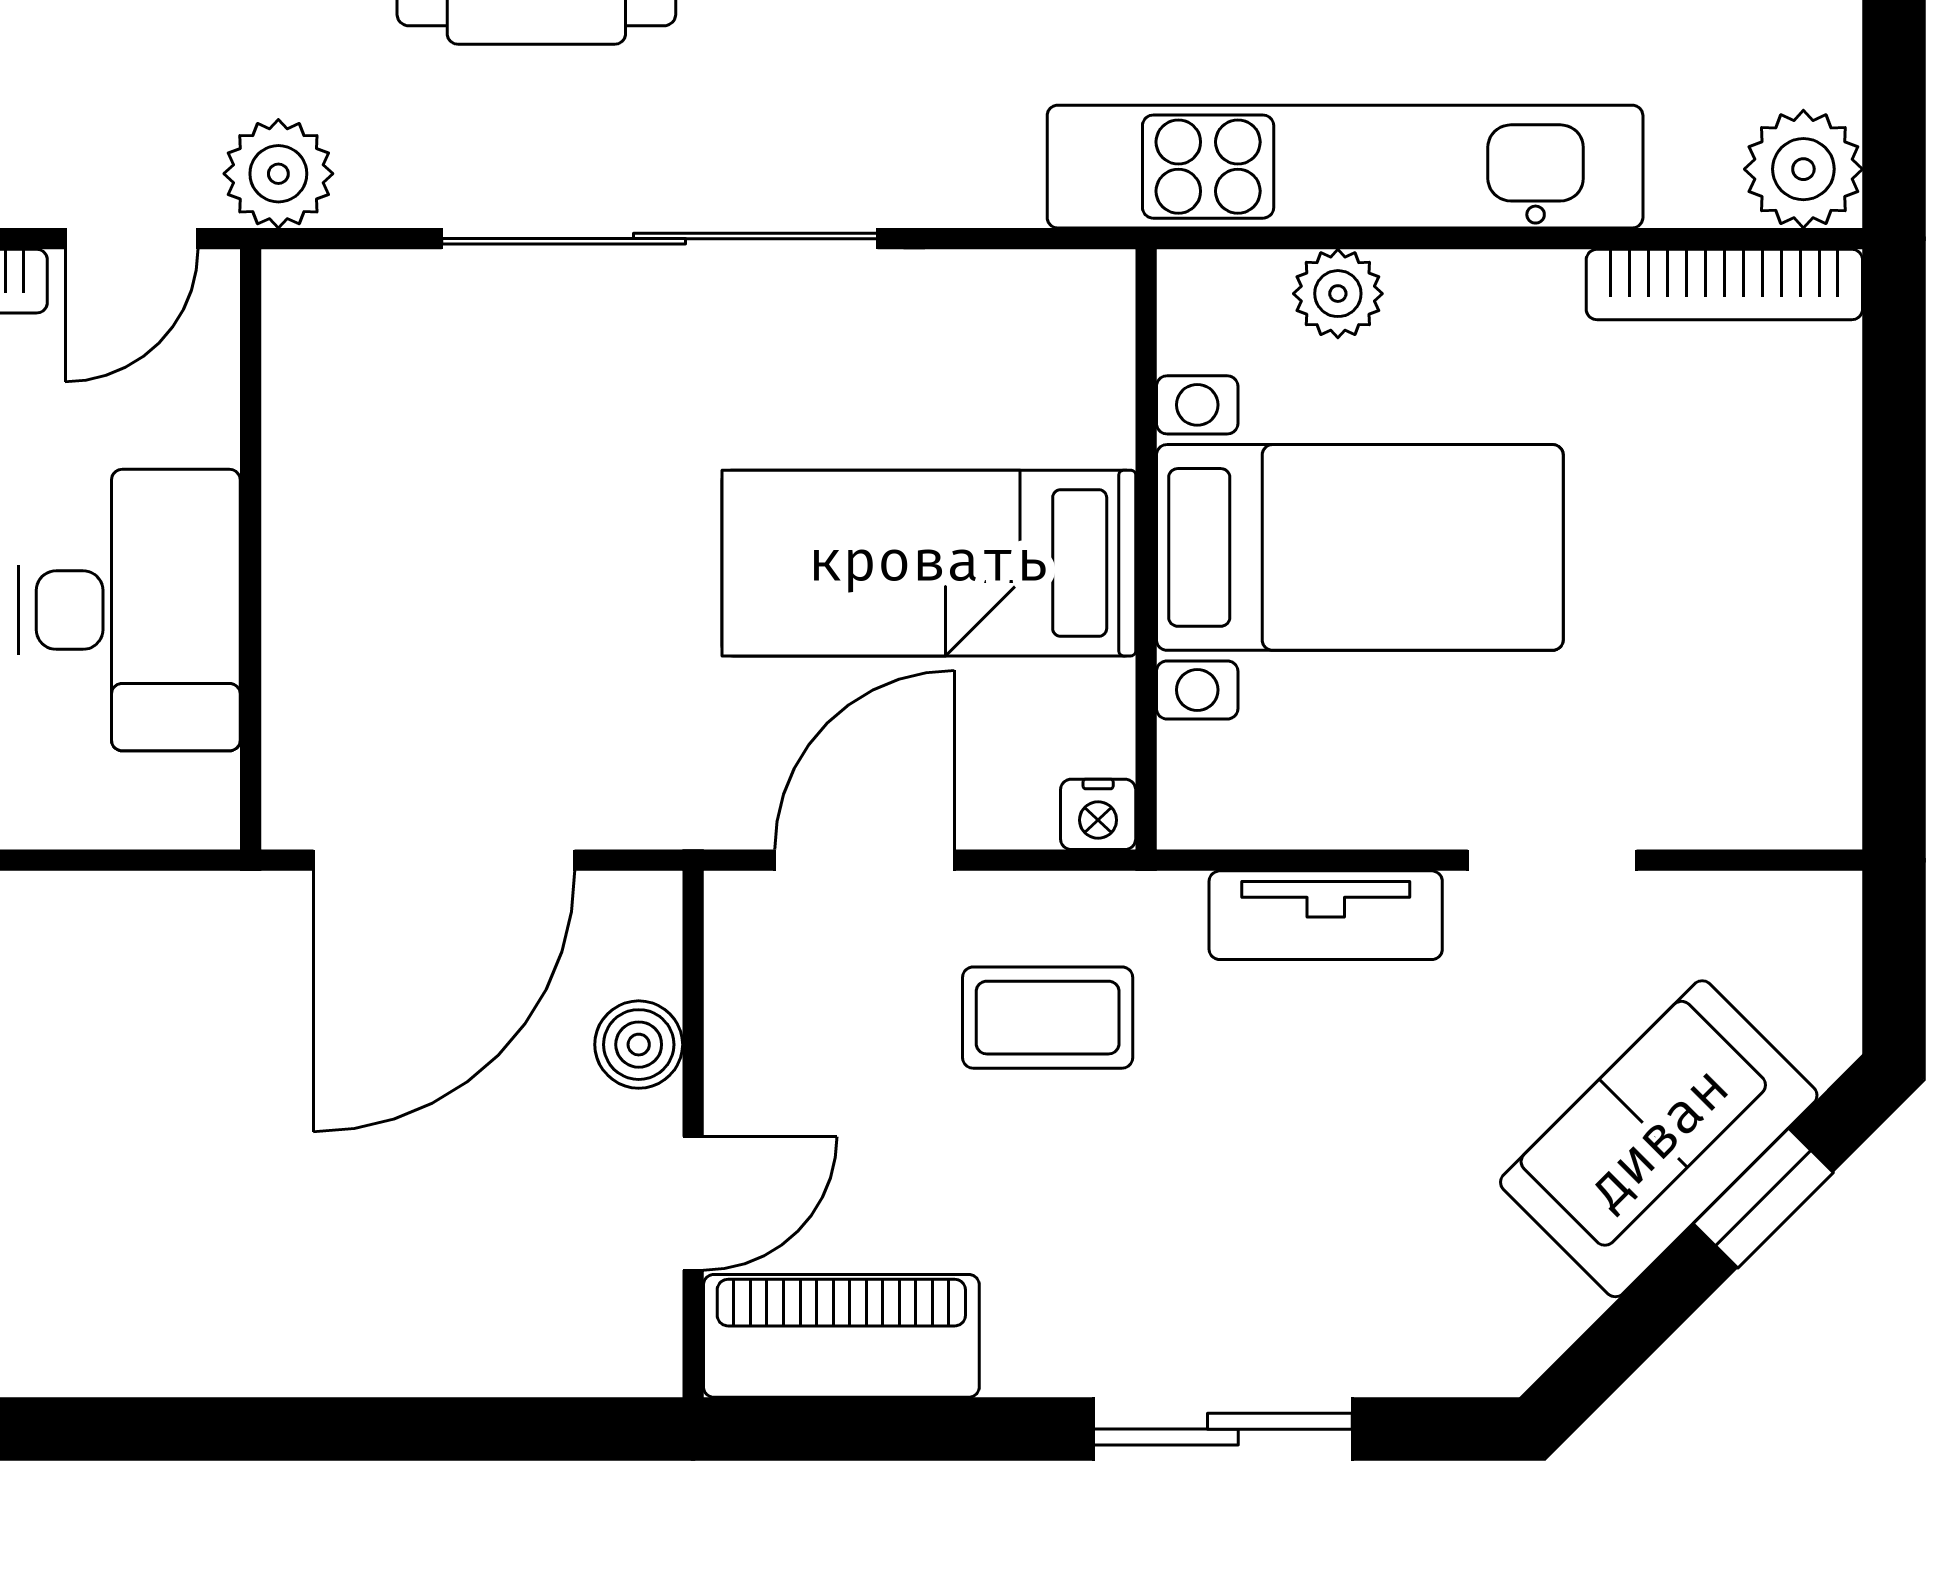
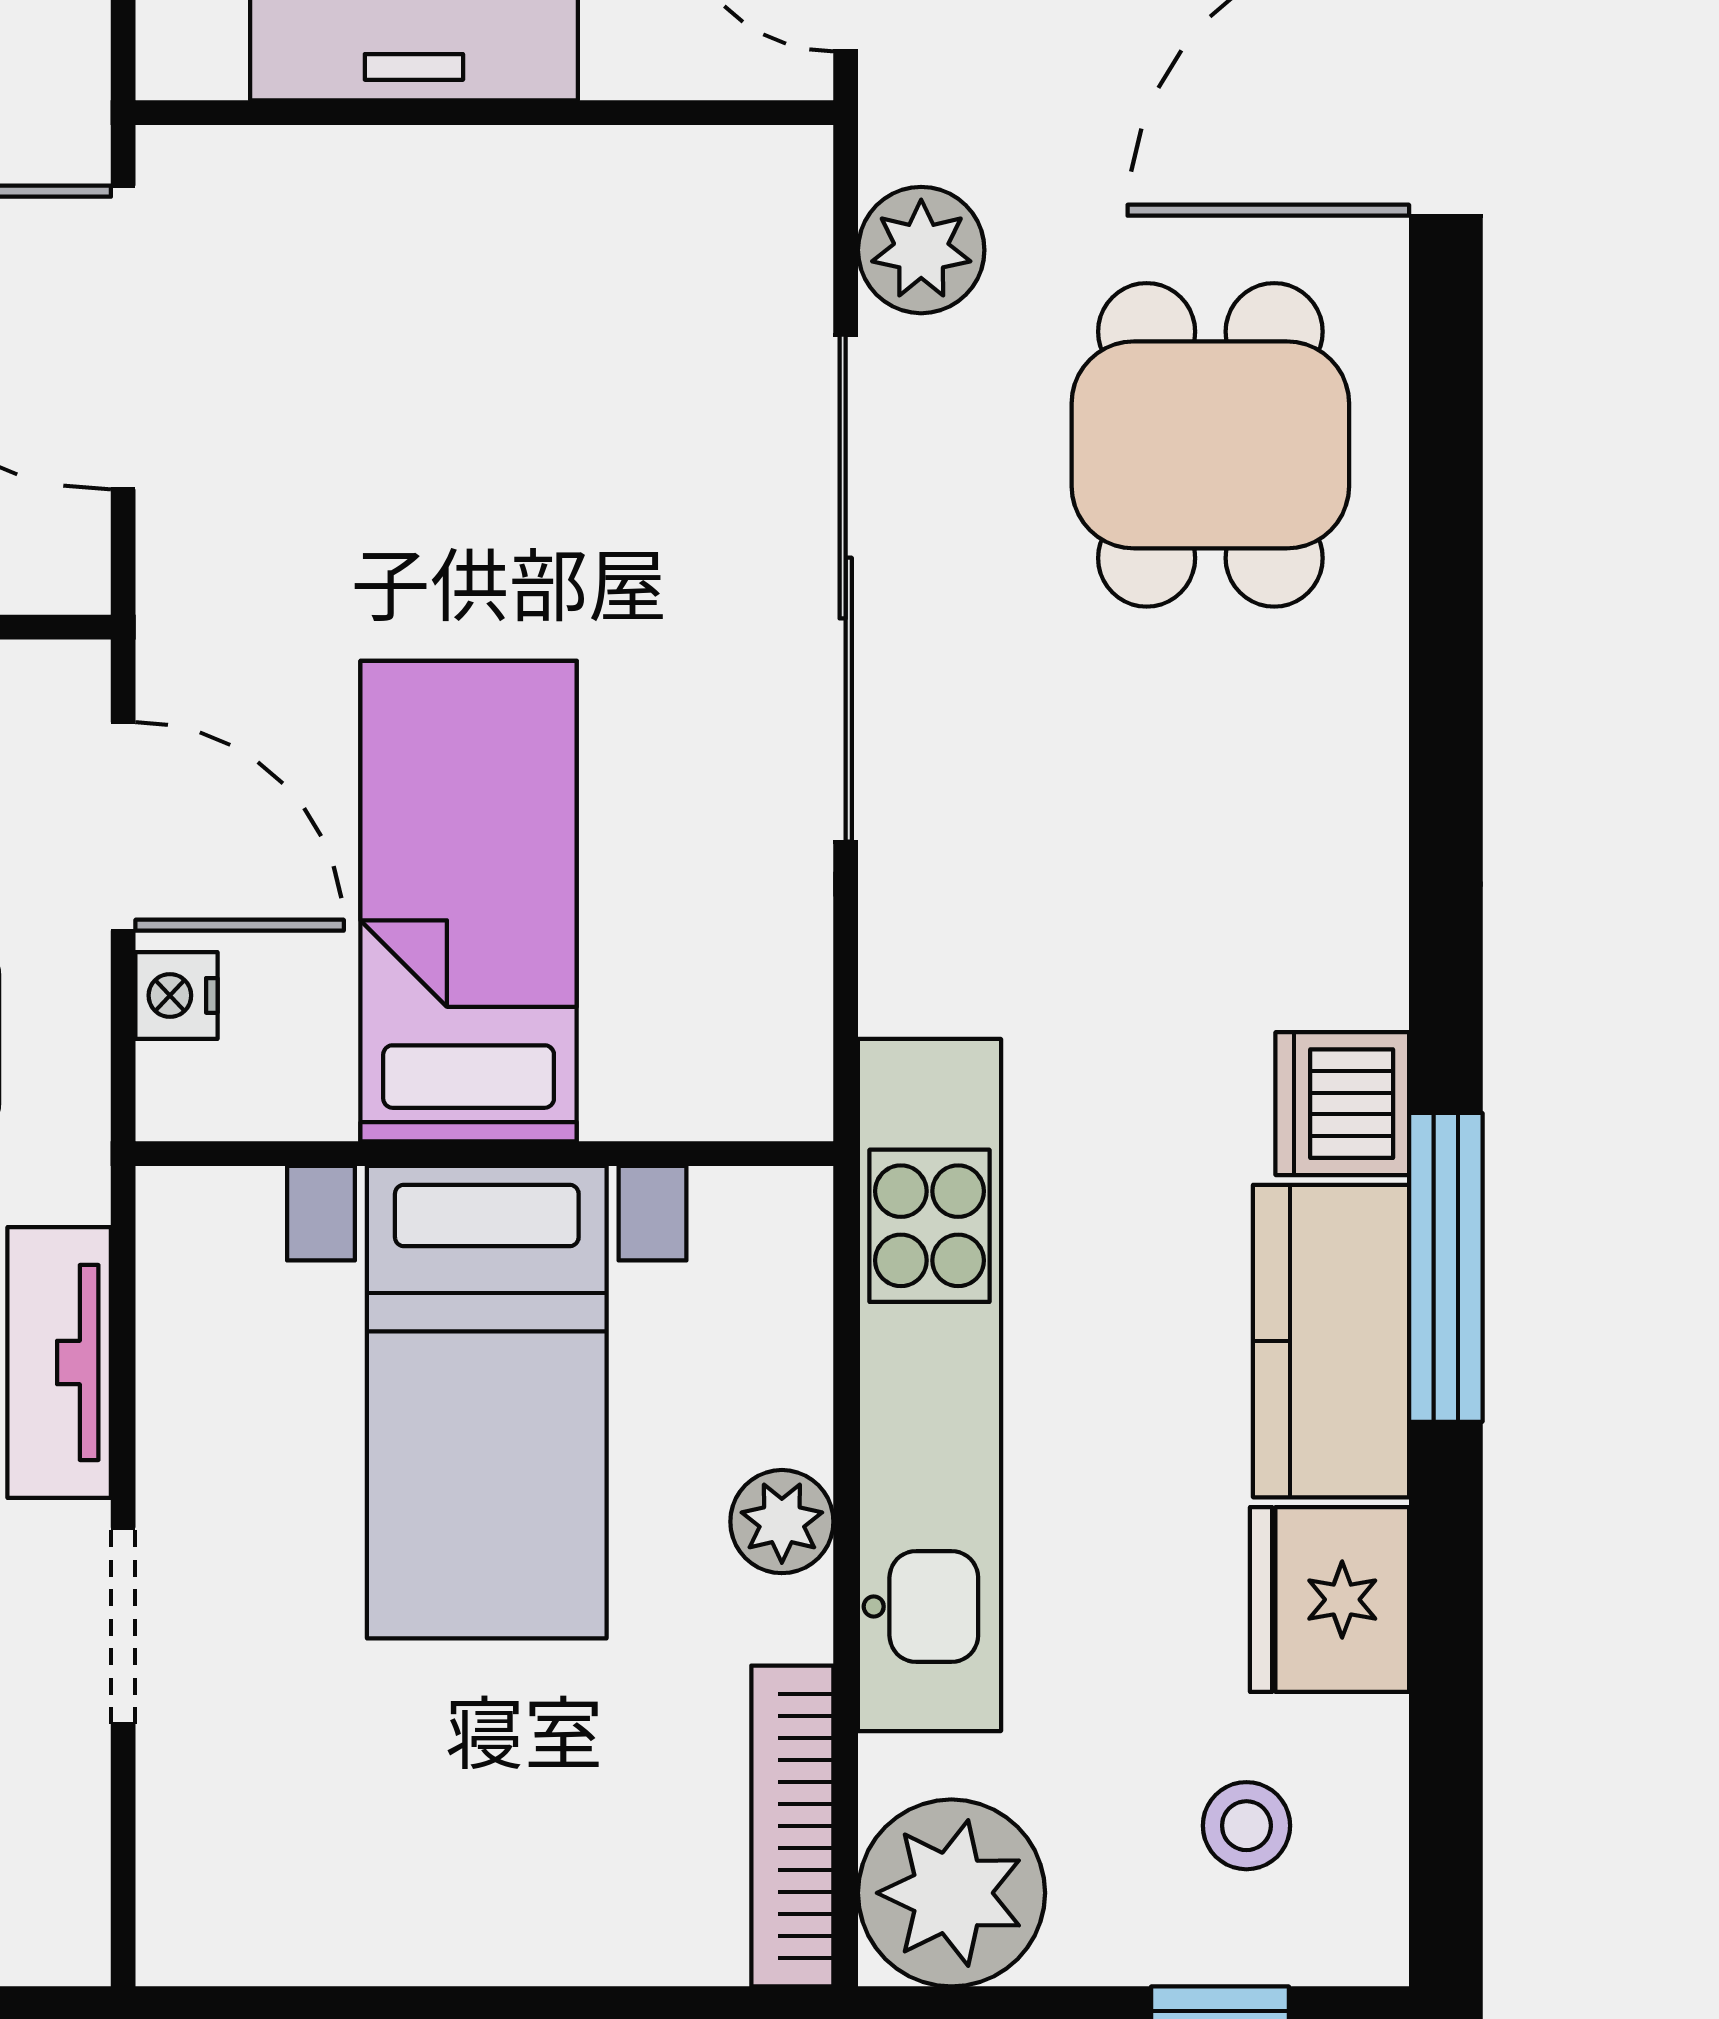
plant: (1803, 169) -> (951, 1893), width x1.36, depth x1.36
plant: (278, 174) -> (921, 250), moved
plant: (1338, 294) -> (782, 1522), moved
nightstand: (1098, 814) -> (176, 995), moved

